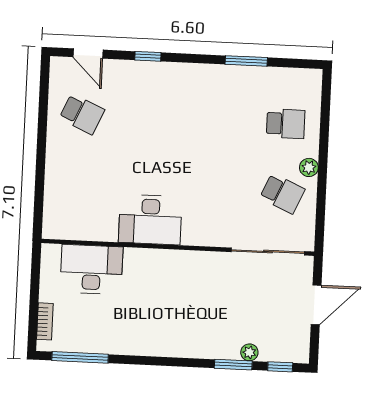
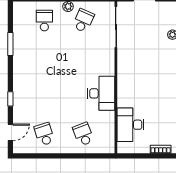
school desk: (82, 114) -> (44, 134), turned -42
school desk: (79, 184) -> (83, 134), added

